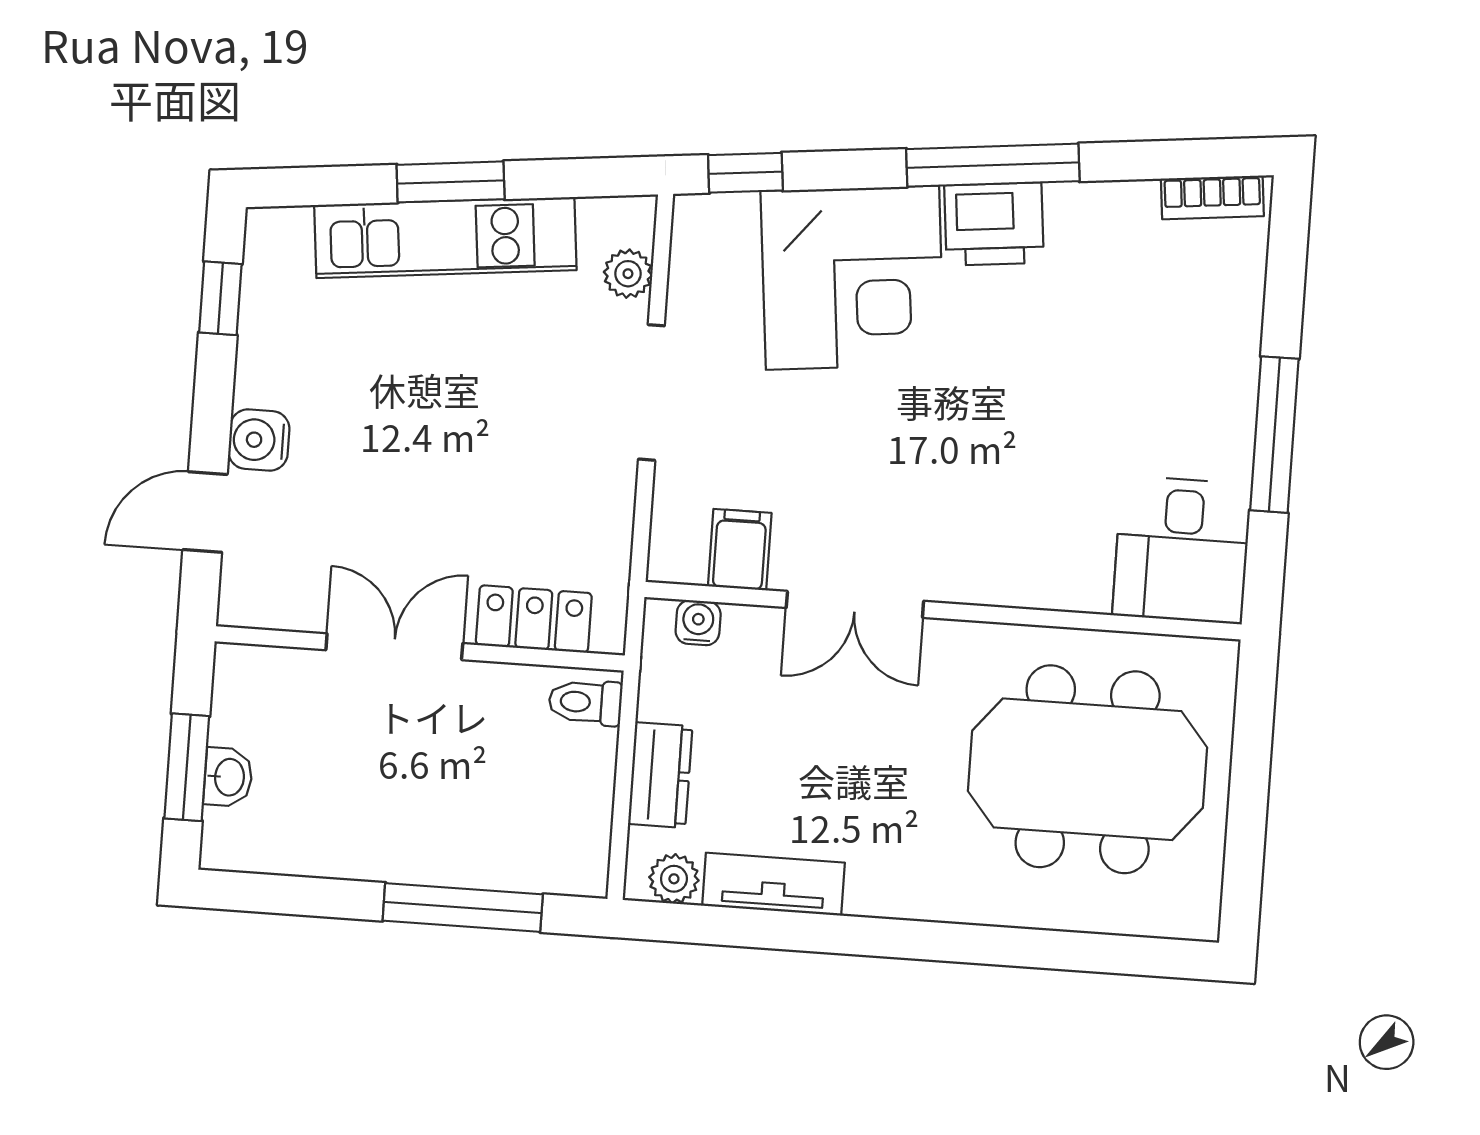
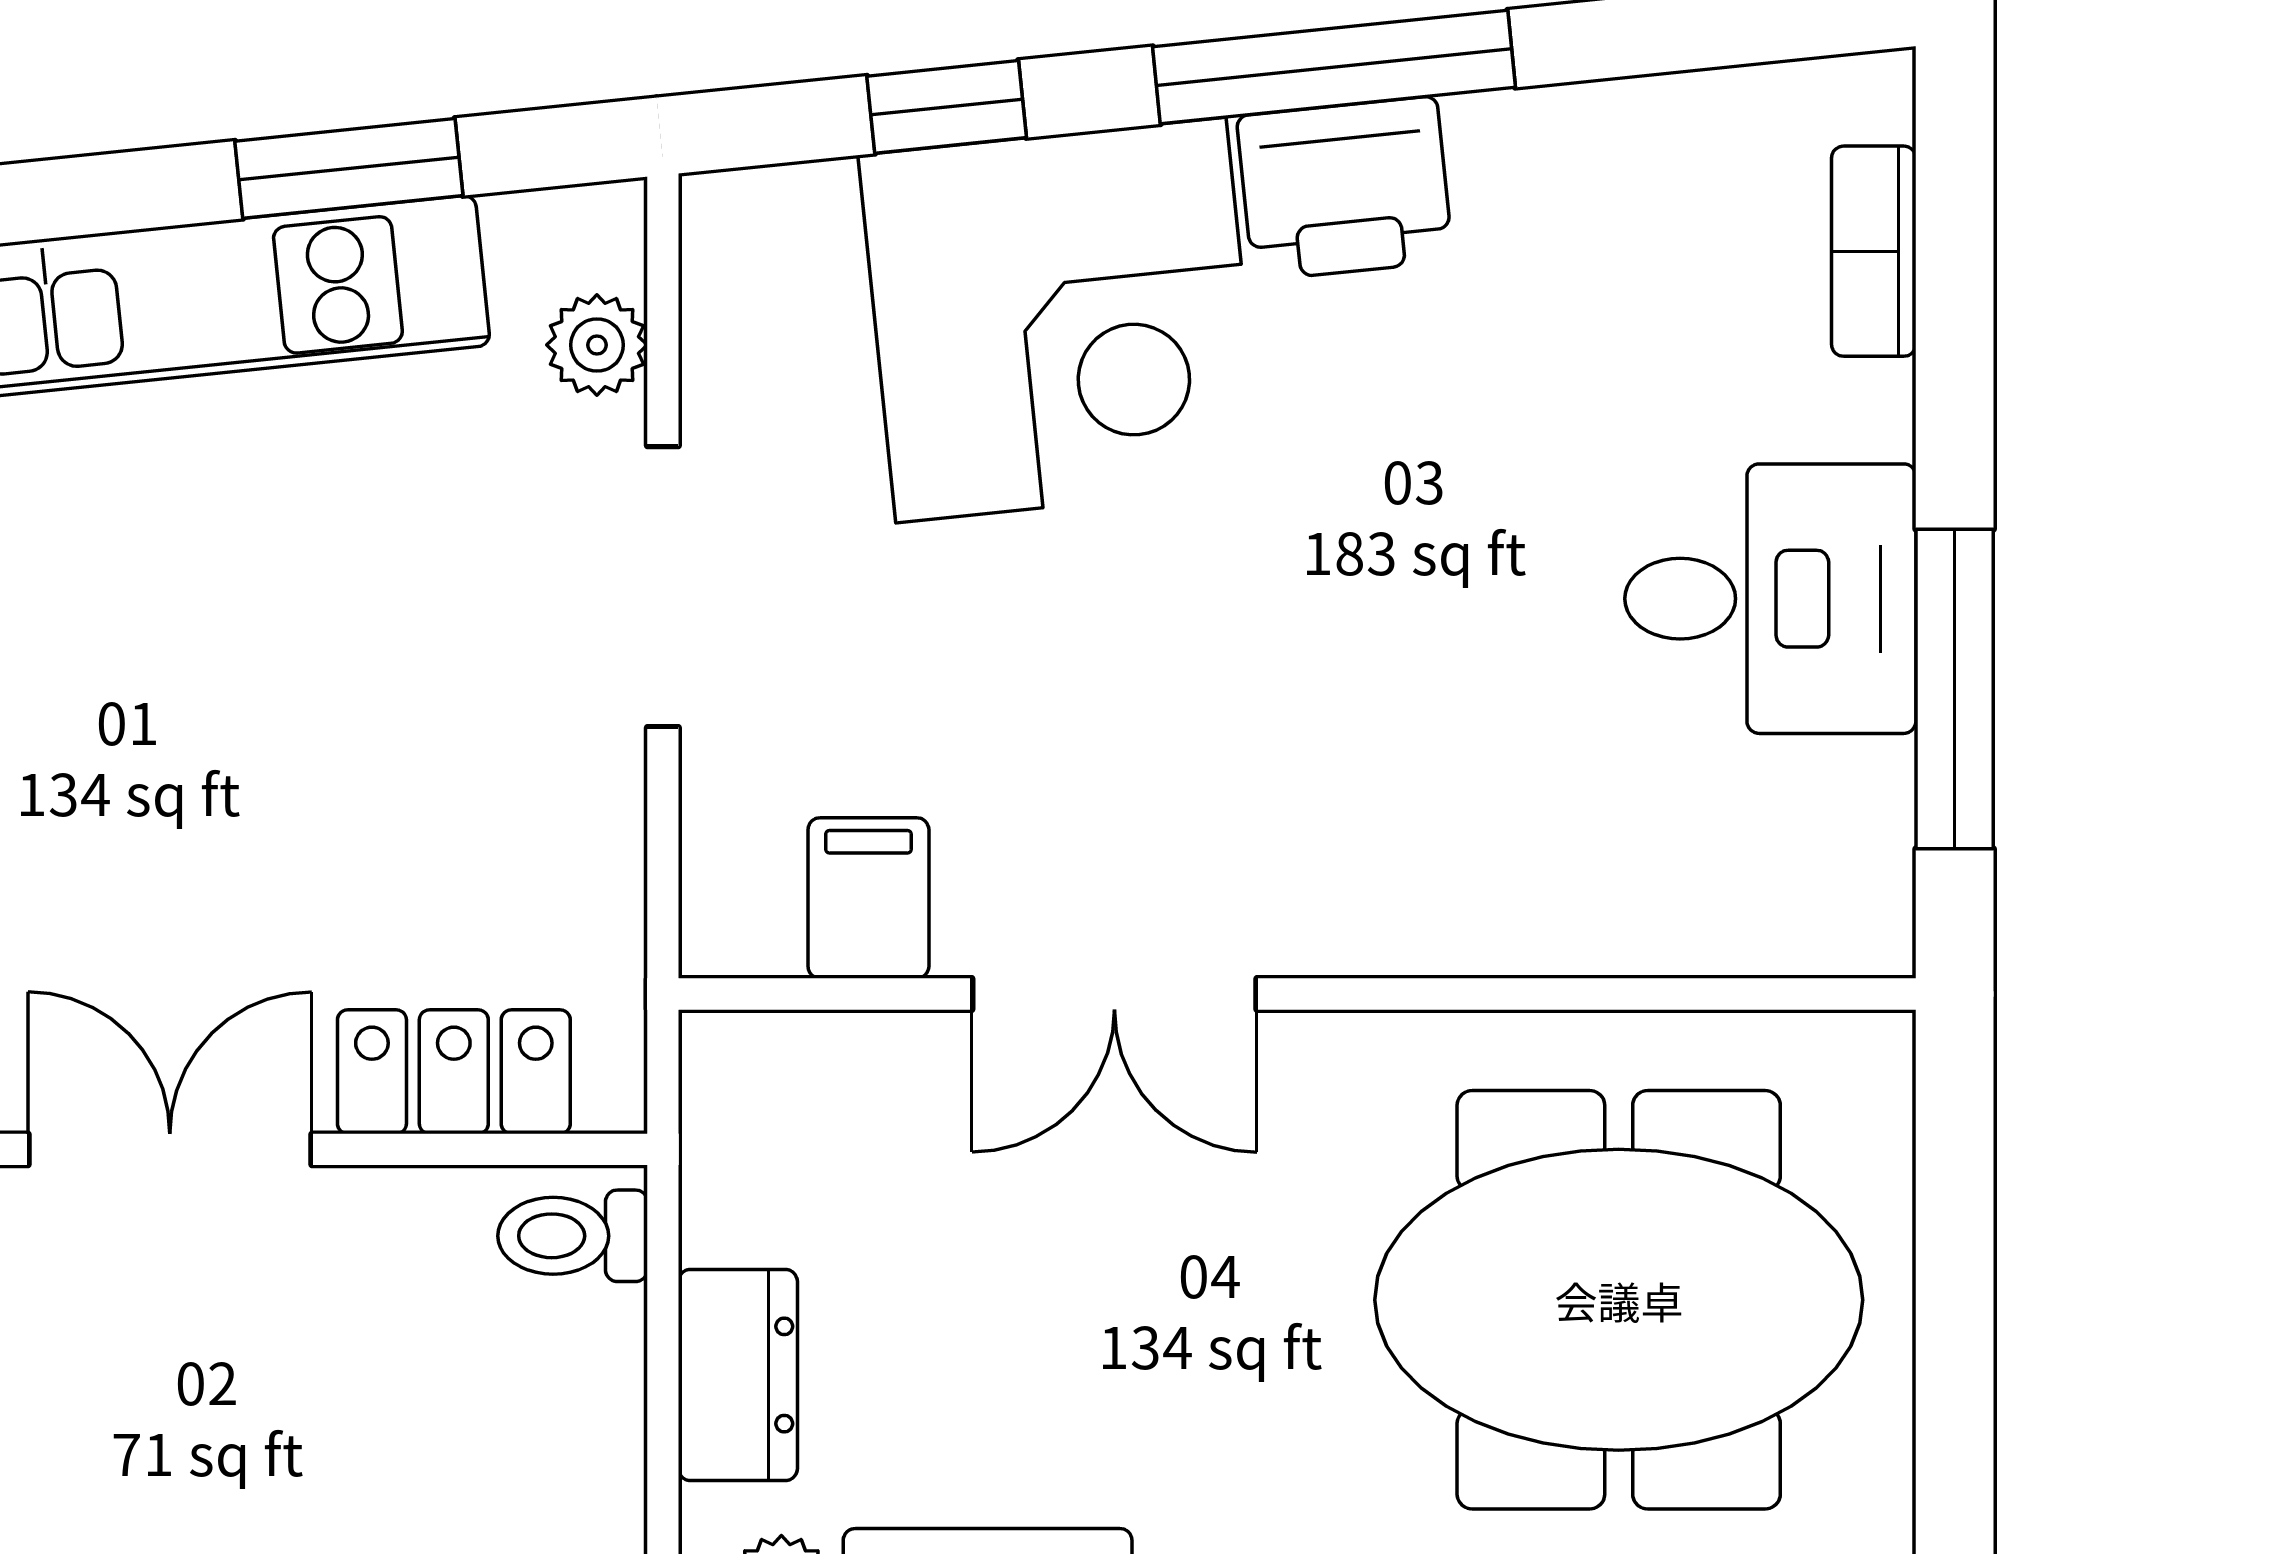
window: (745, 173) -> (947, 107), moved
window: (451, 182) -> (349, 168), moved
bookcase: (1212, 197) -> (1874, 251), moved, turned 96
window: (1274, 435) -> (1955, 689), moved
desk: (1182, 550) -> (1770, 599), moved, turned -90
water cooler: (698, 623) -> (793, 1055), removed

